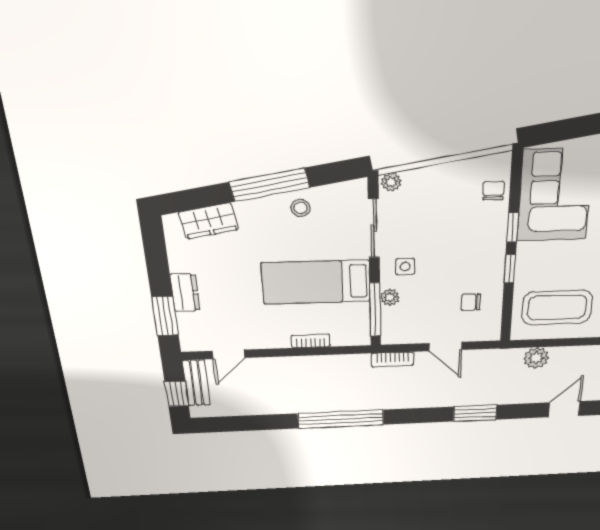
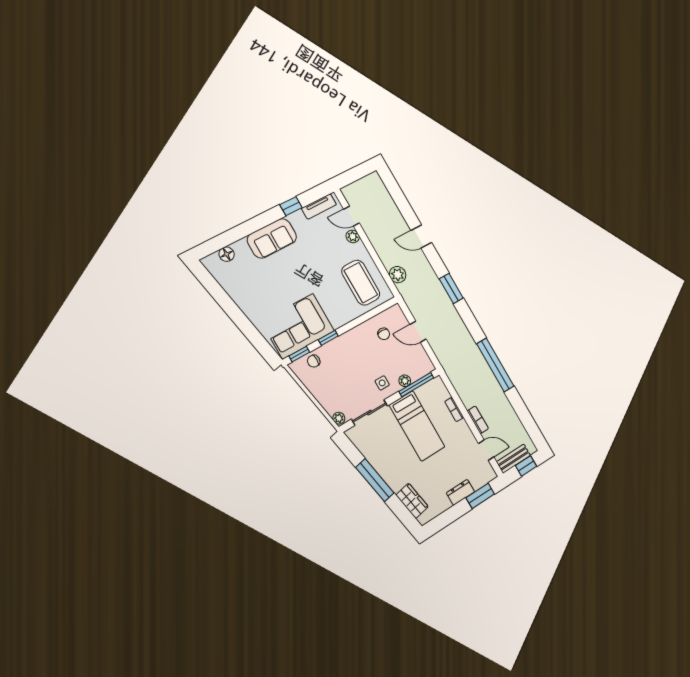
stool: (300, 208) -> (379, 457), removed
window: (510, 269) -> (299, 354), moved
door: (445, 347) -> (418, 332), swing flipped
bookcase: (392, 359) -> (478, 420), moved

